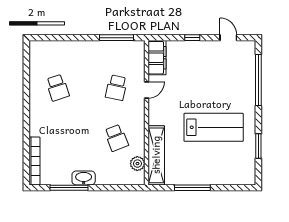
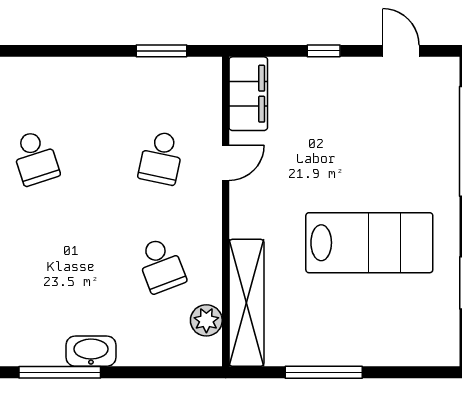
window: (117, 38) -> (162, 51), width x0.69

